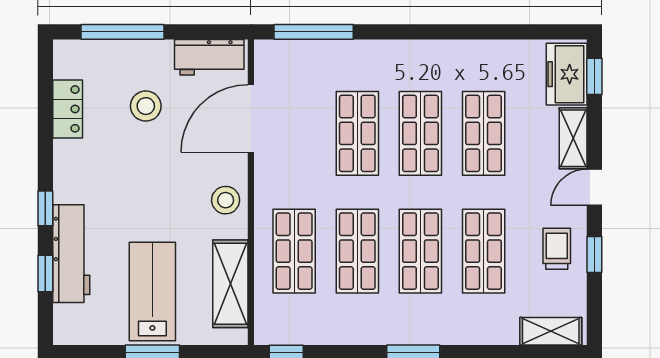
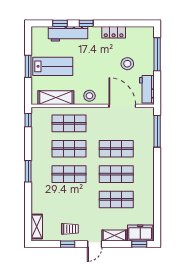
locker: (68, 109) -> (114, 32), moved
door: (594, 187) -> (95, 244), swing flipped
shop shelf: (484, 251) -> (69, 199), removed

